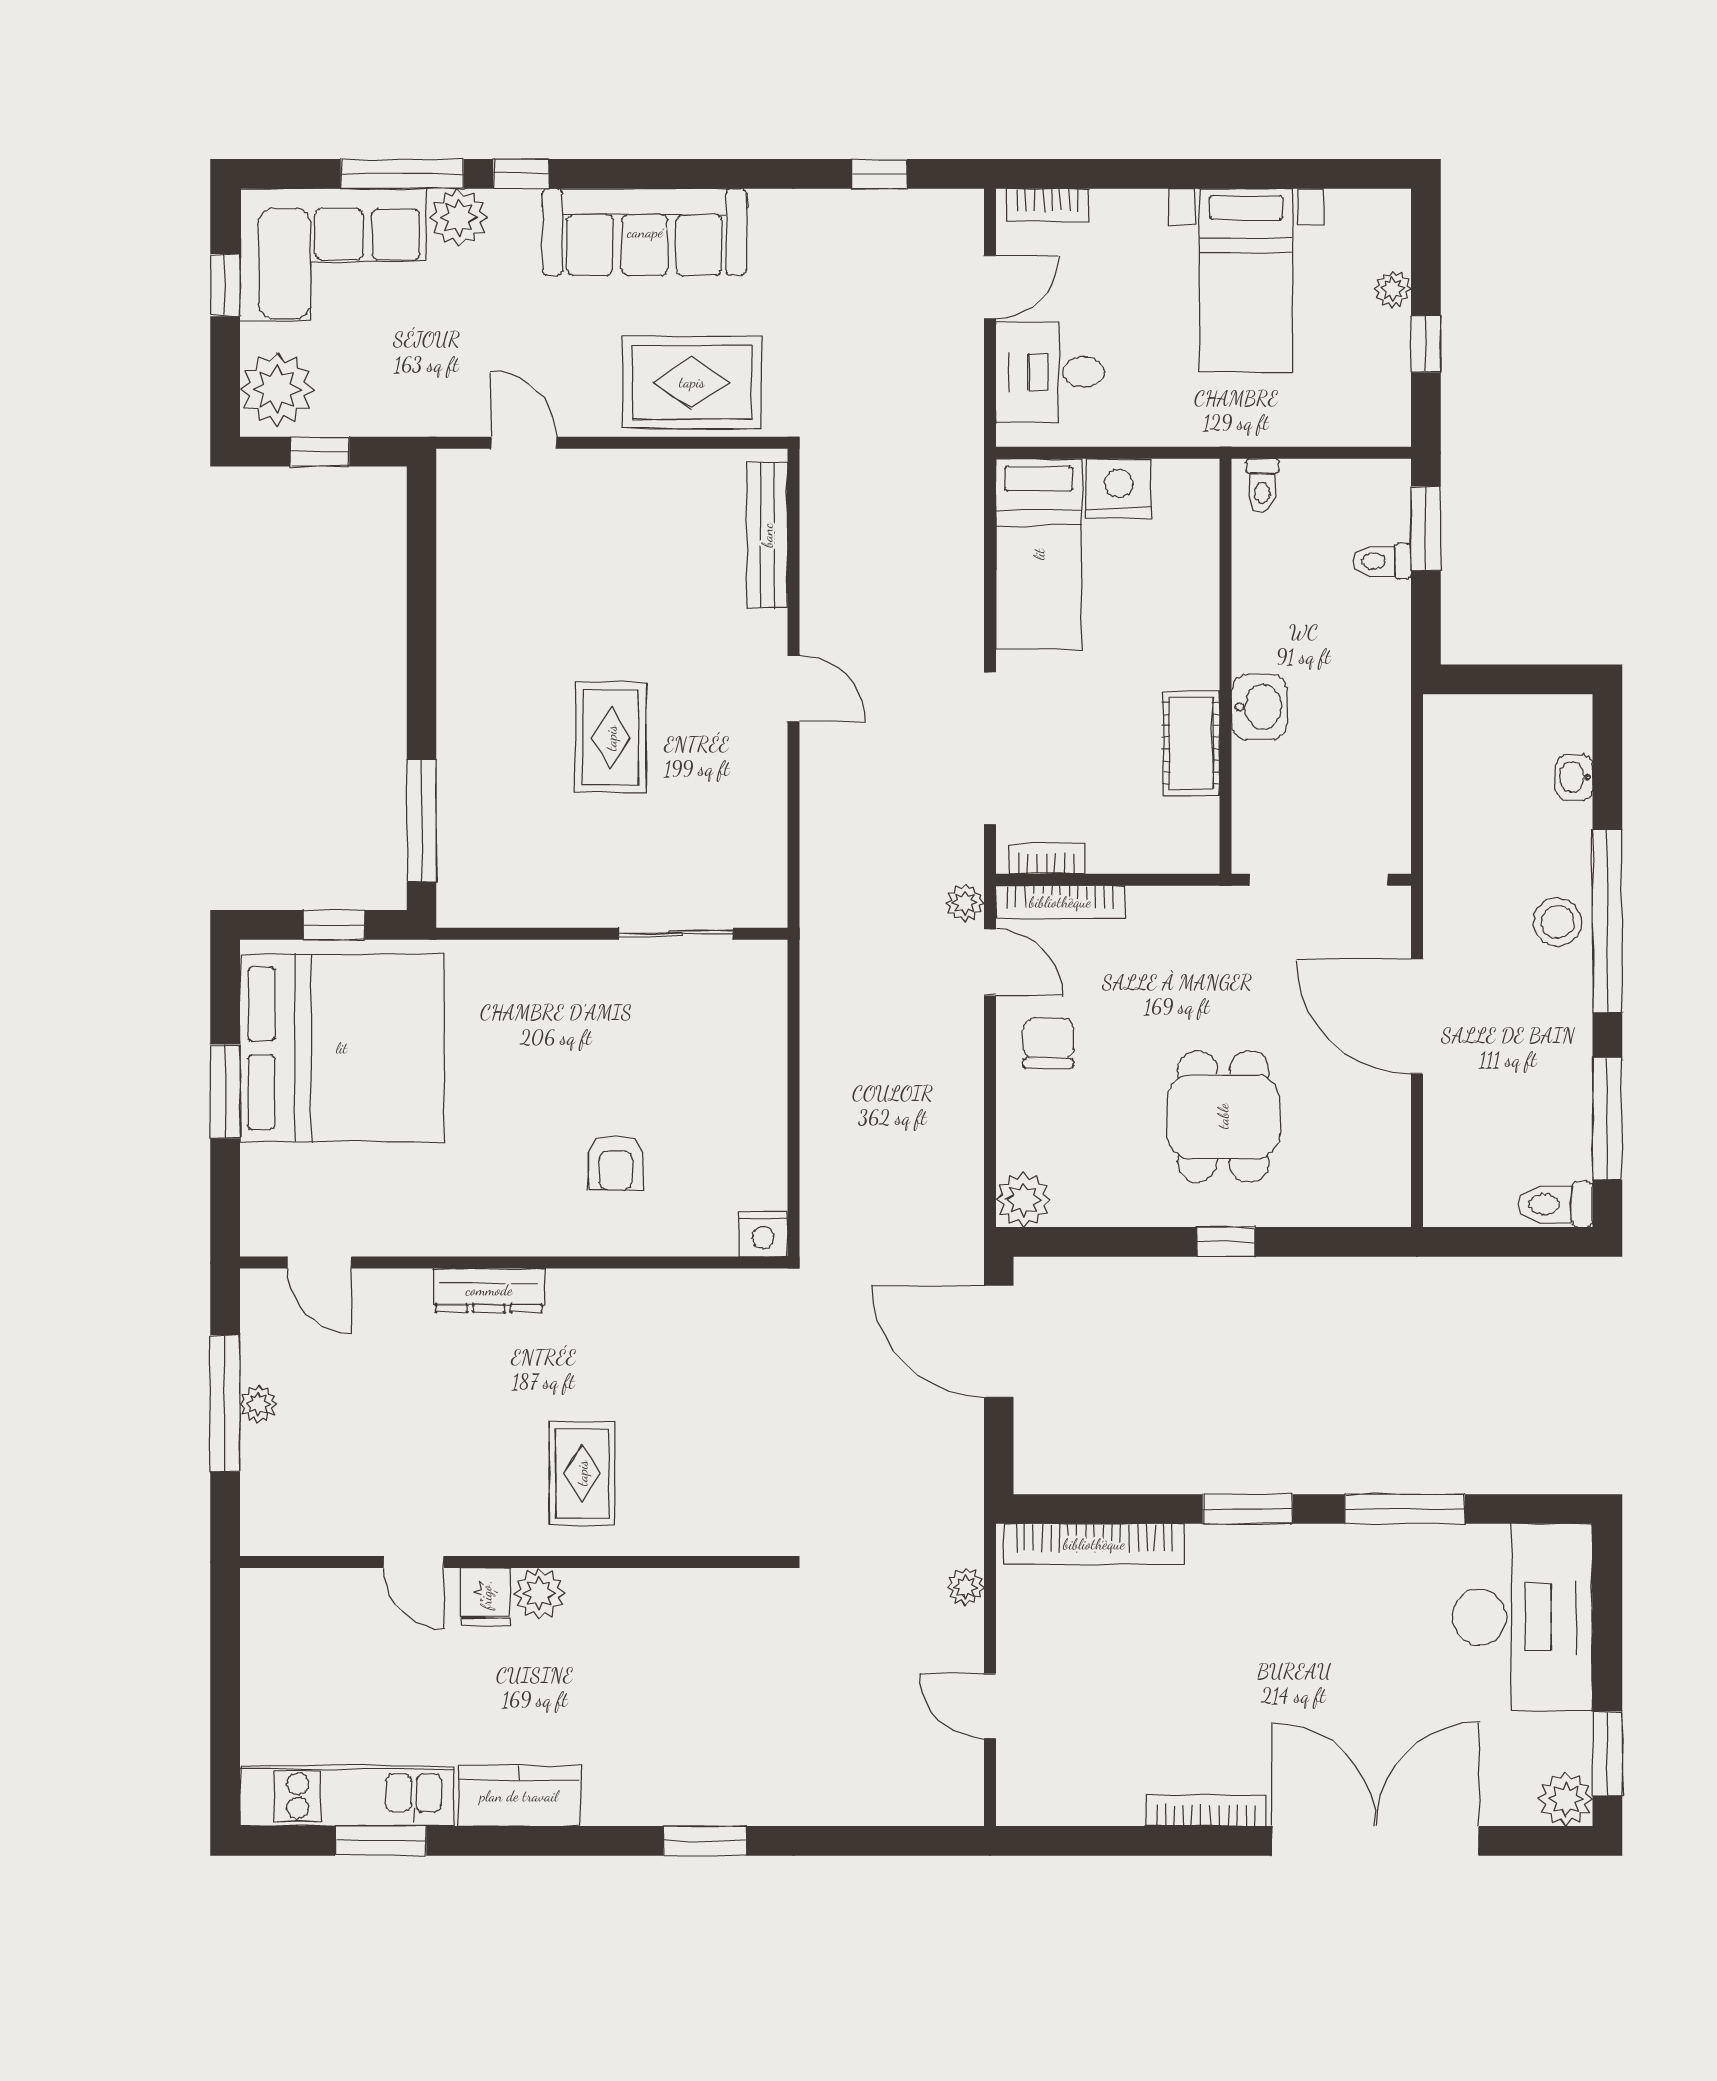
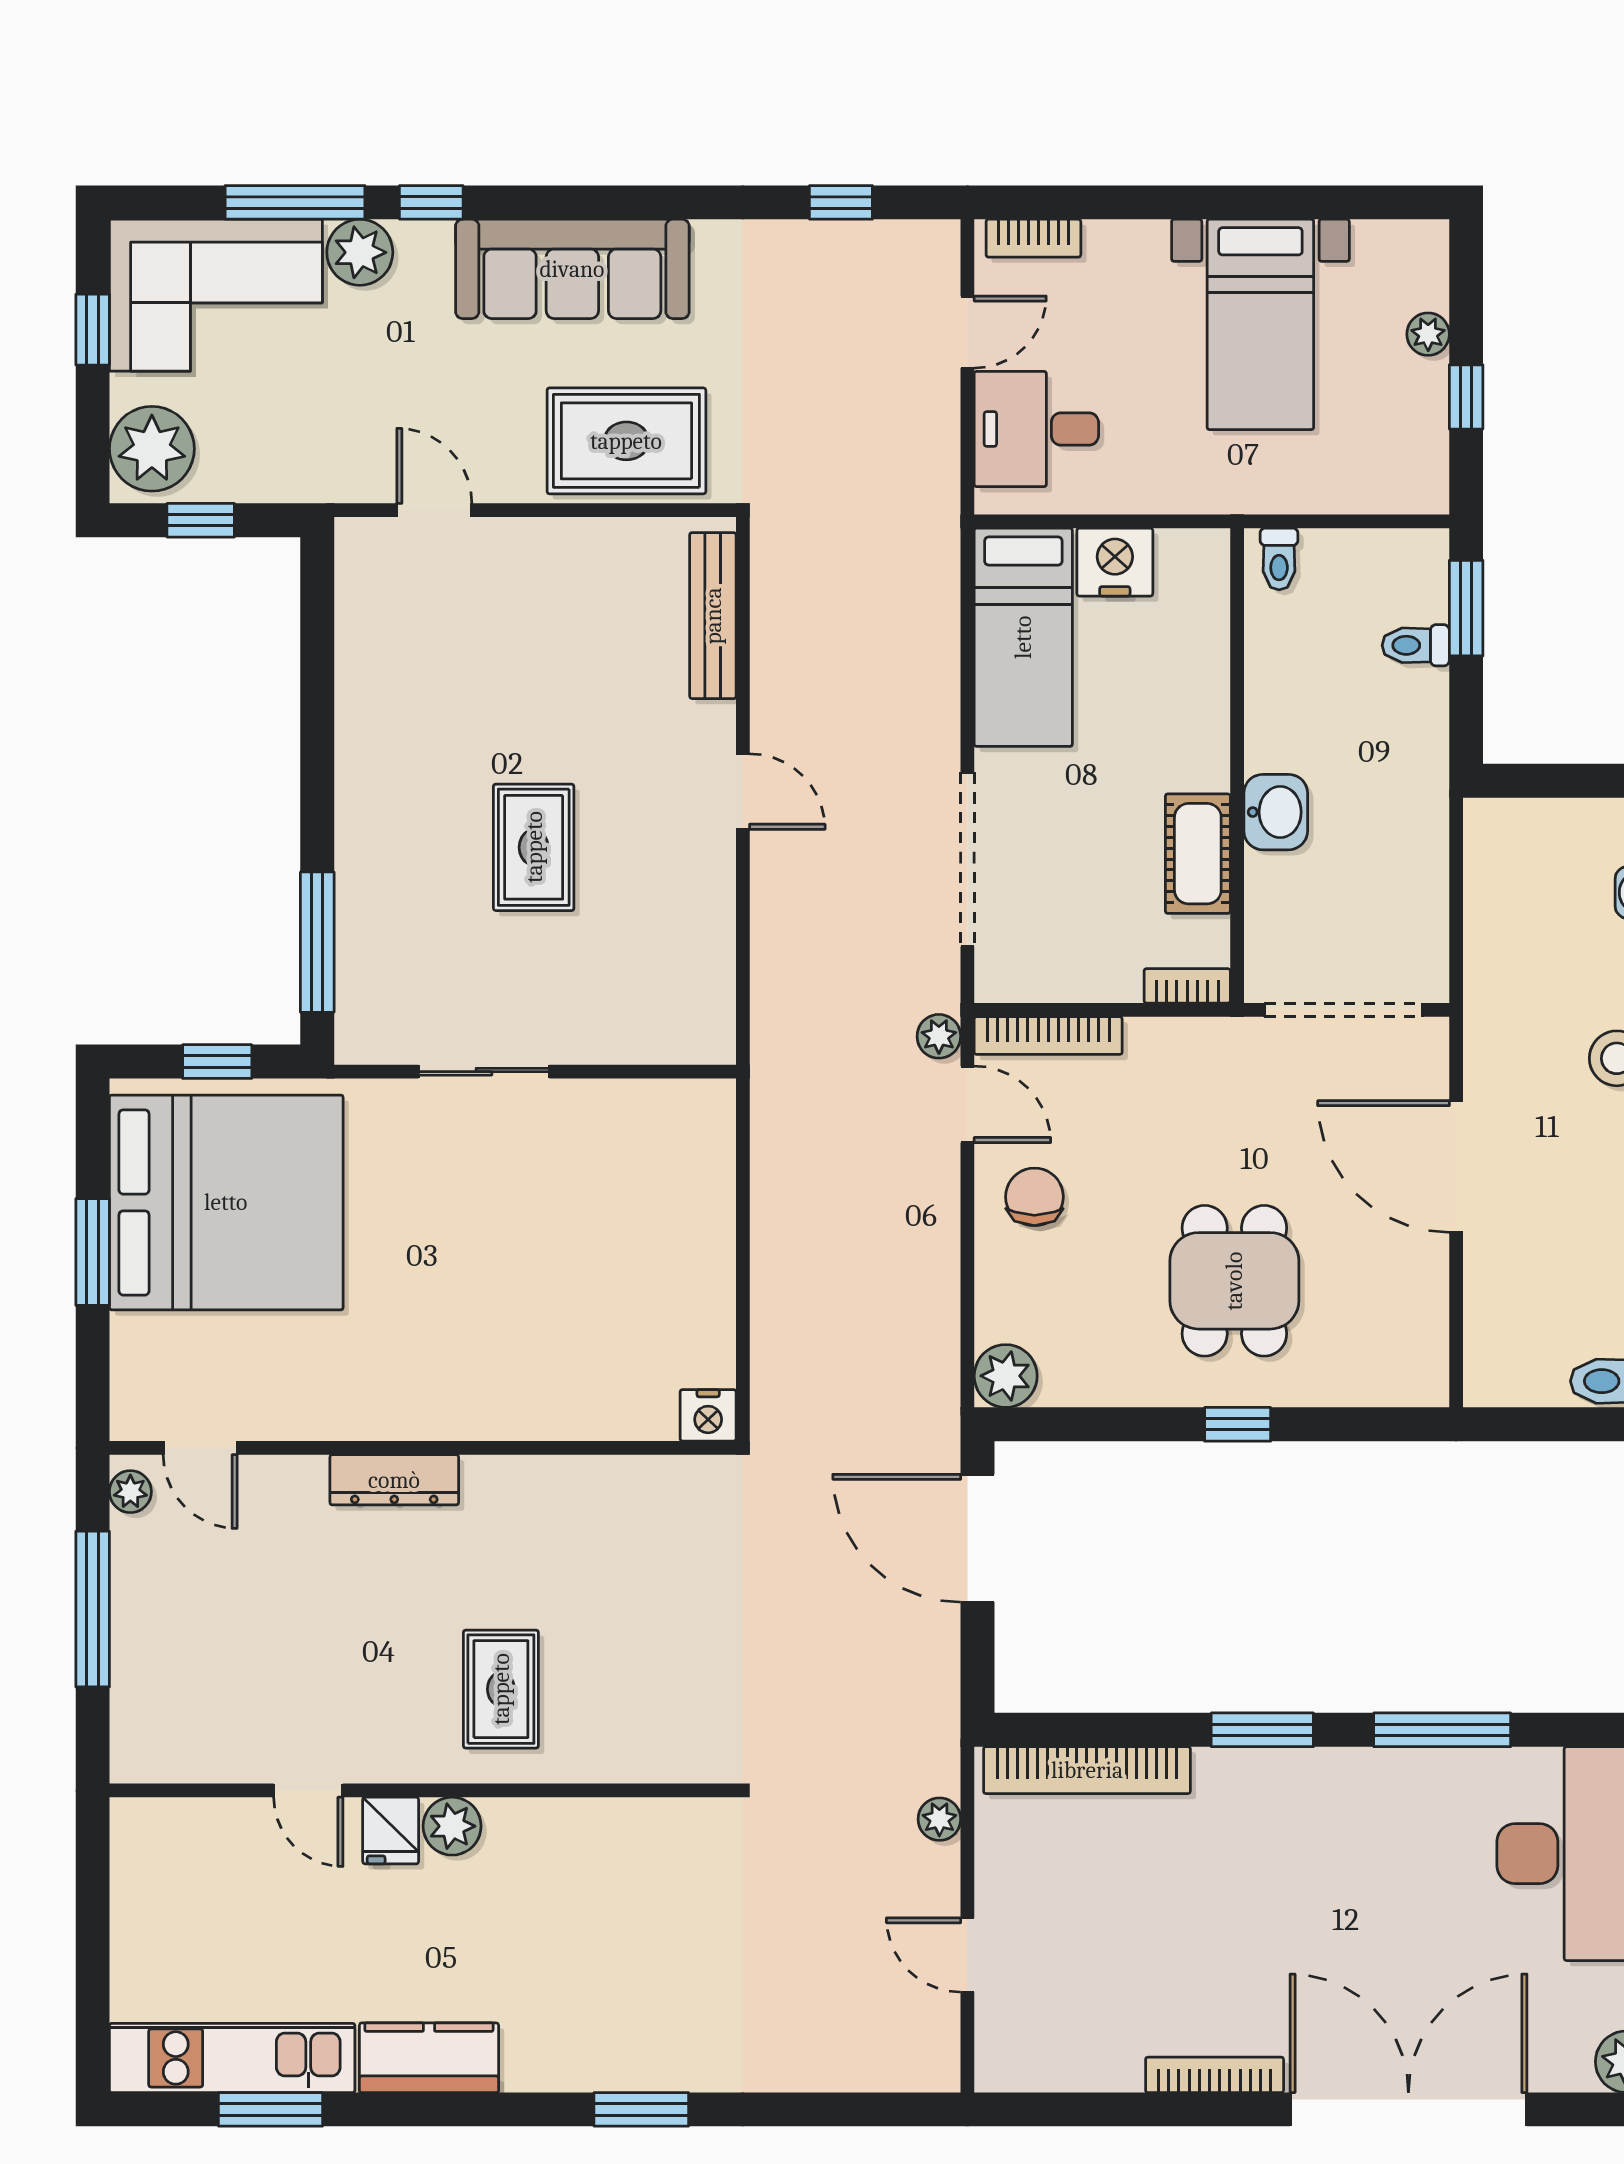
bookcase: (1046, 859) -> (1187, 986), moved
sliding door: (676, 934) -> (484, 1072), moved
armchair: (616, 1163) -> (540, 1334), removed
plant: (258, 1404) -> (130, 1492), moved

